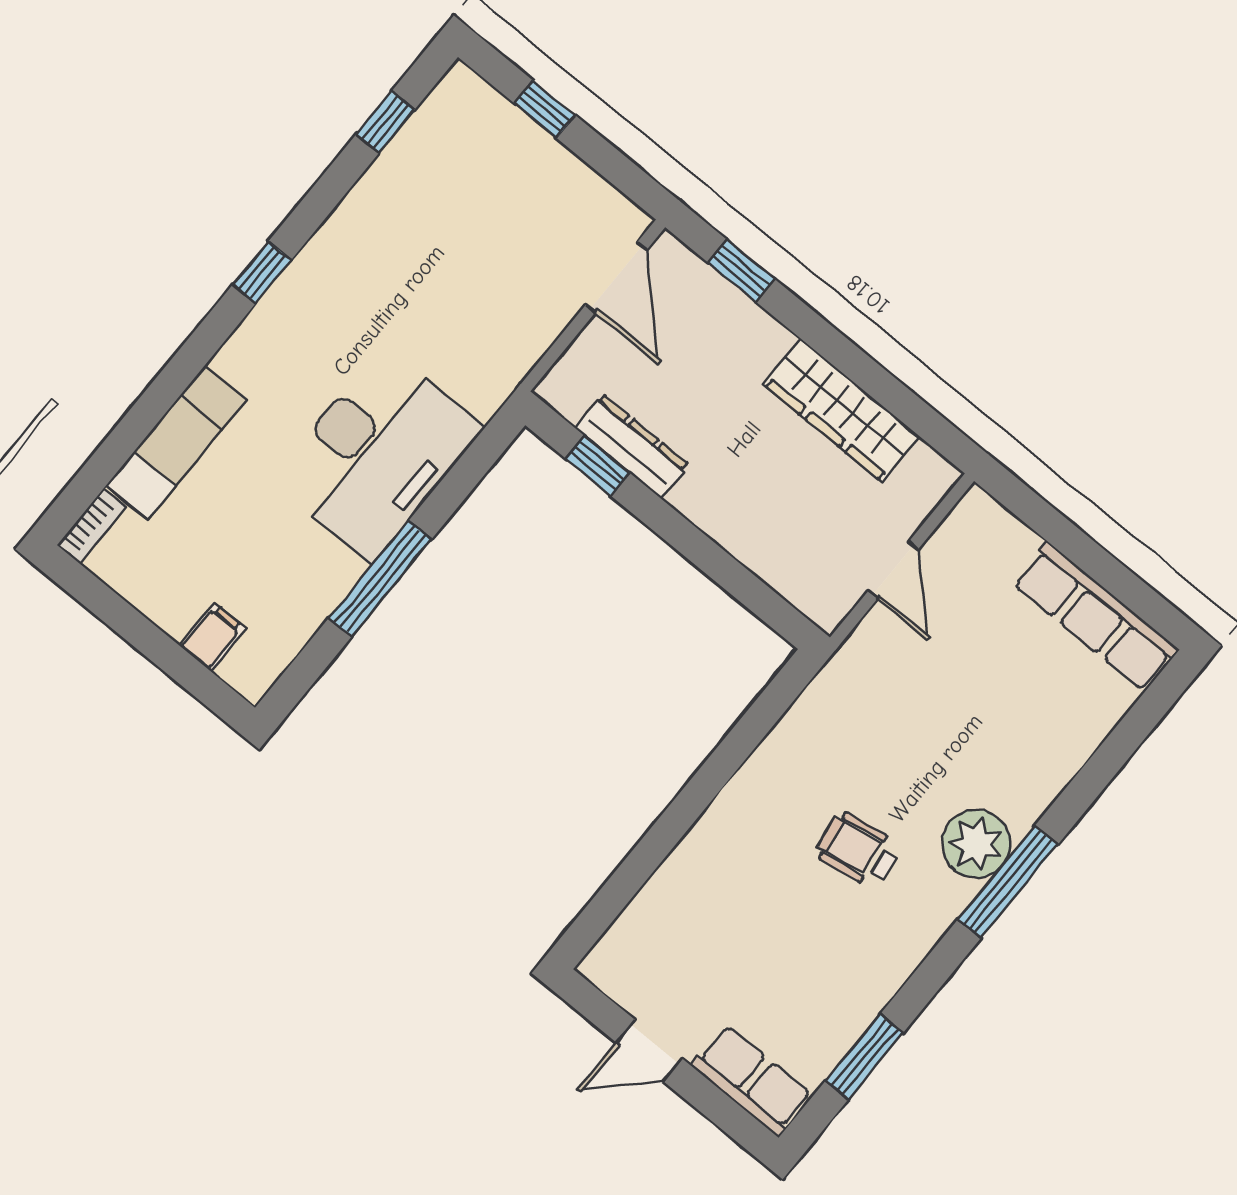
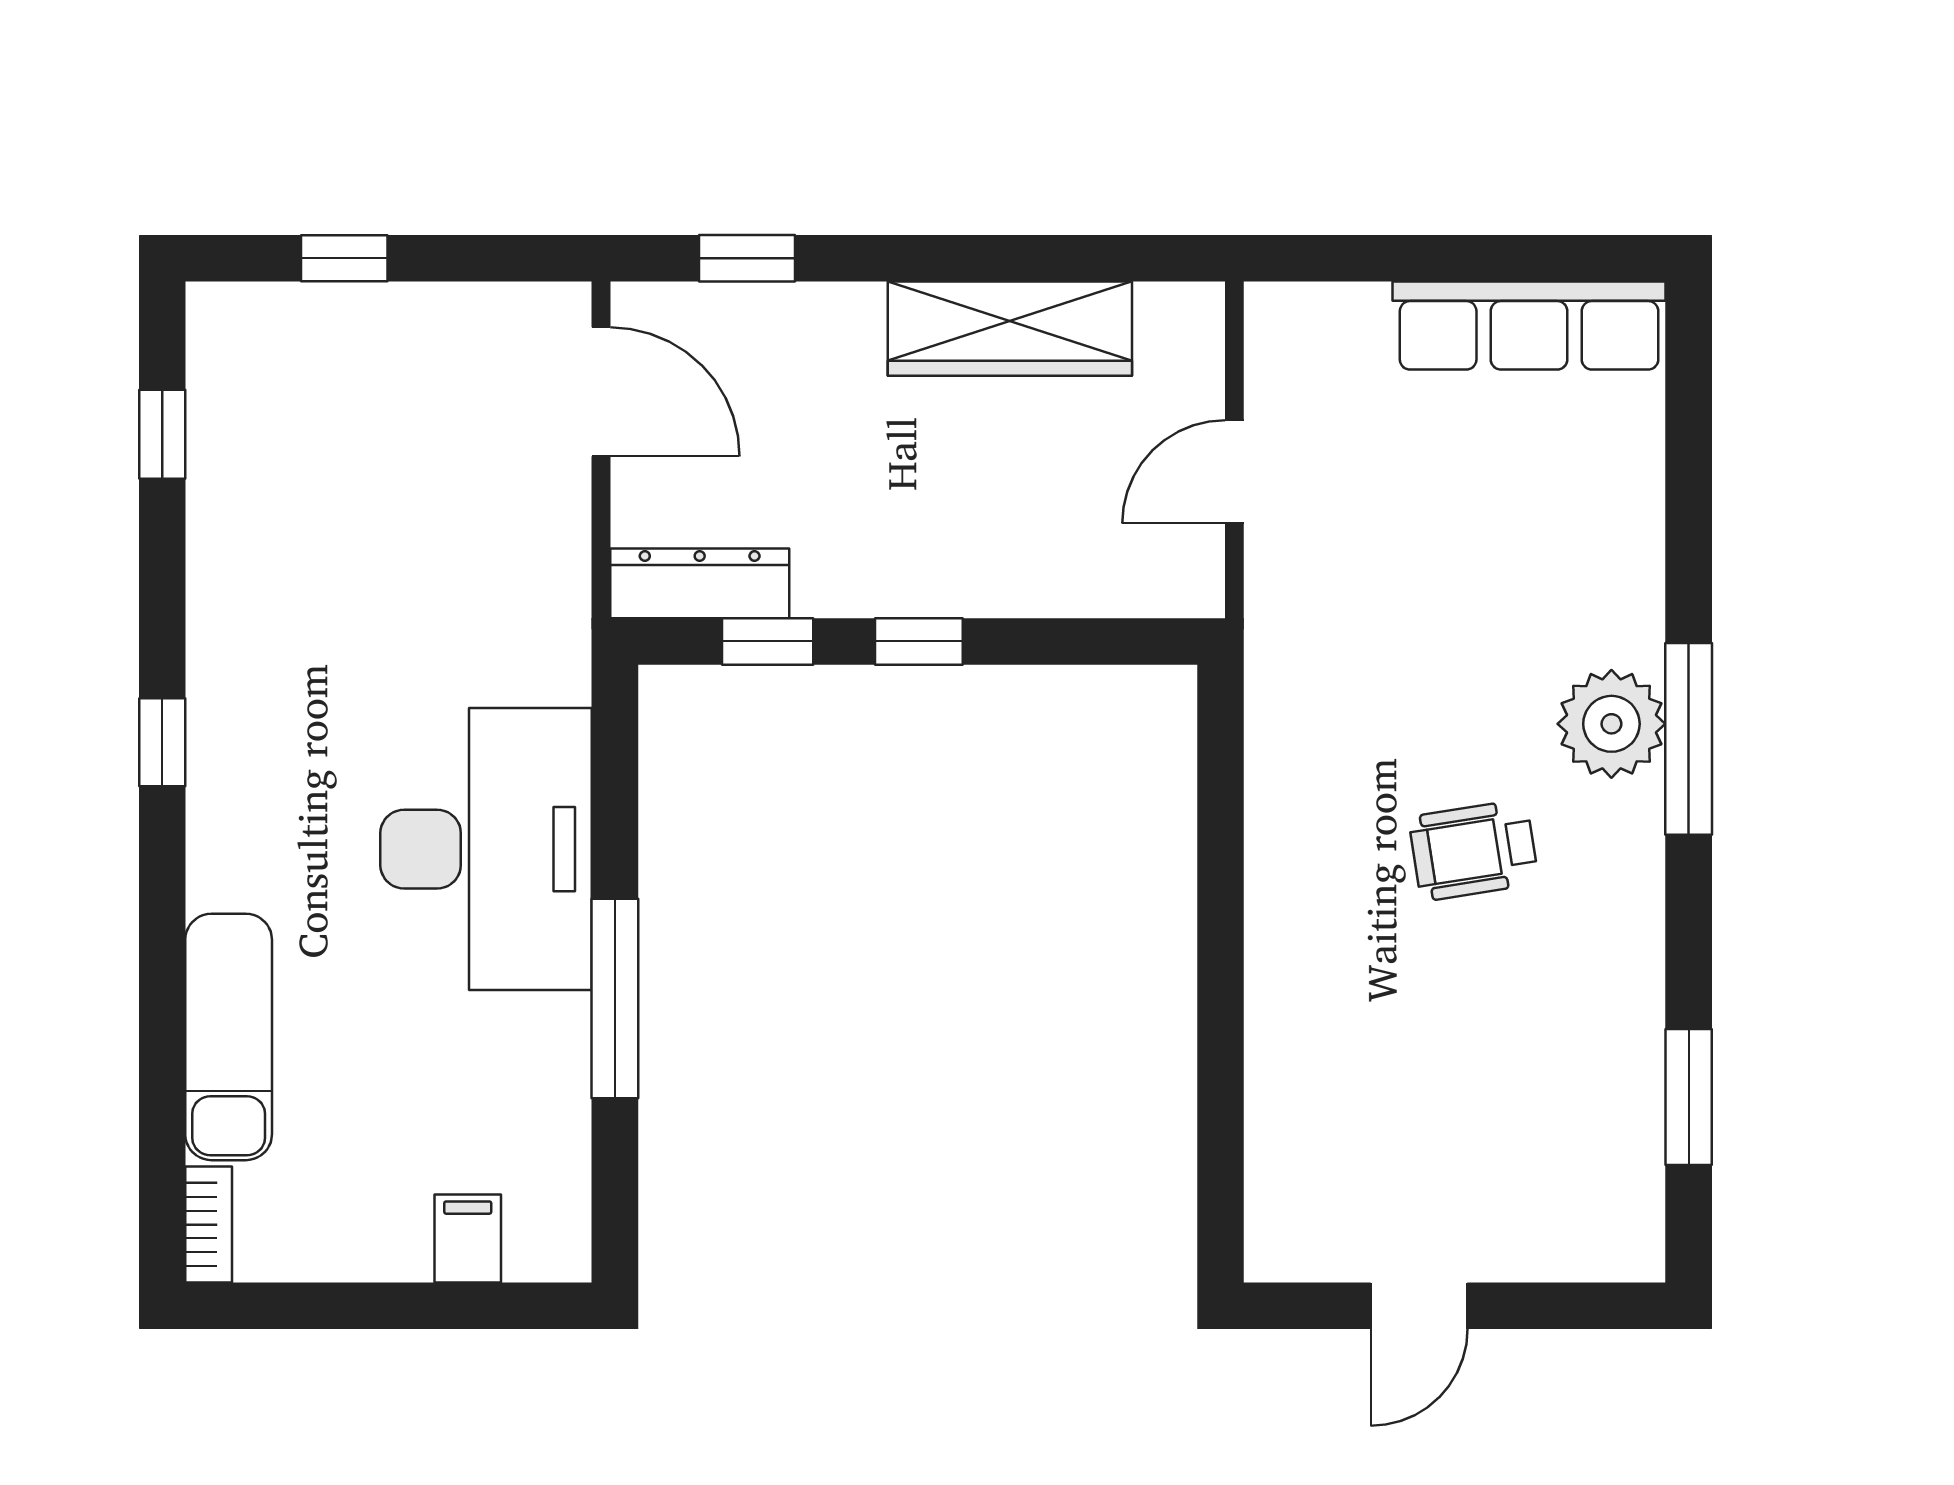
dresser: (632, 446) -> (700, 583), moved
window: (671, 526) -> (919, 641), added
door: (893, 570) -> (1234, 472), swing flipped
row of seats: (752, 1080) -> (1574, 1239), removed

